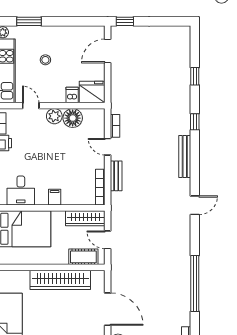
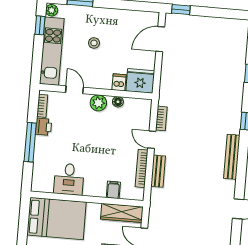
floor lamp: (73, 118) -> (118, 102), width x0.53, depth x0.53
bookcase: (100, 187) -> (142, 168), moved
desk: (21, 191) -> (69, 179), moved
filing cabinet: (55, 197) -> (113, 190), moved

